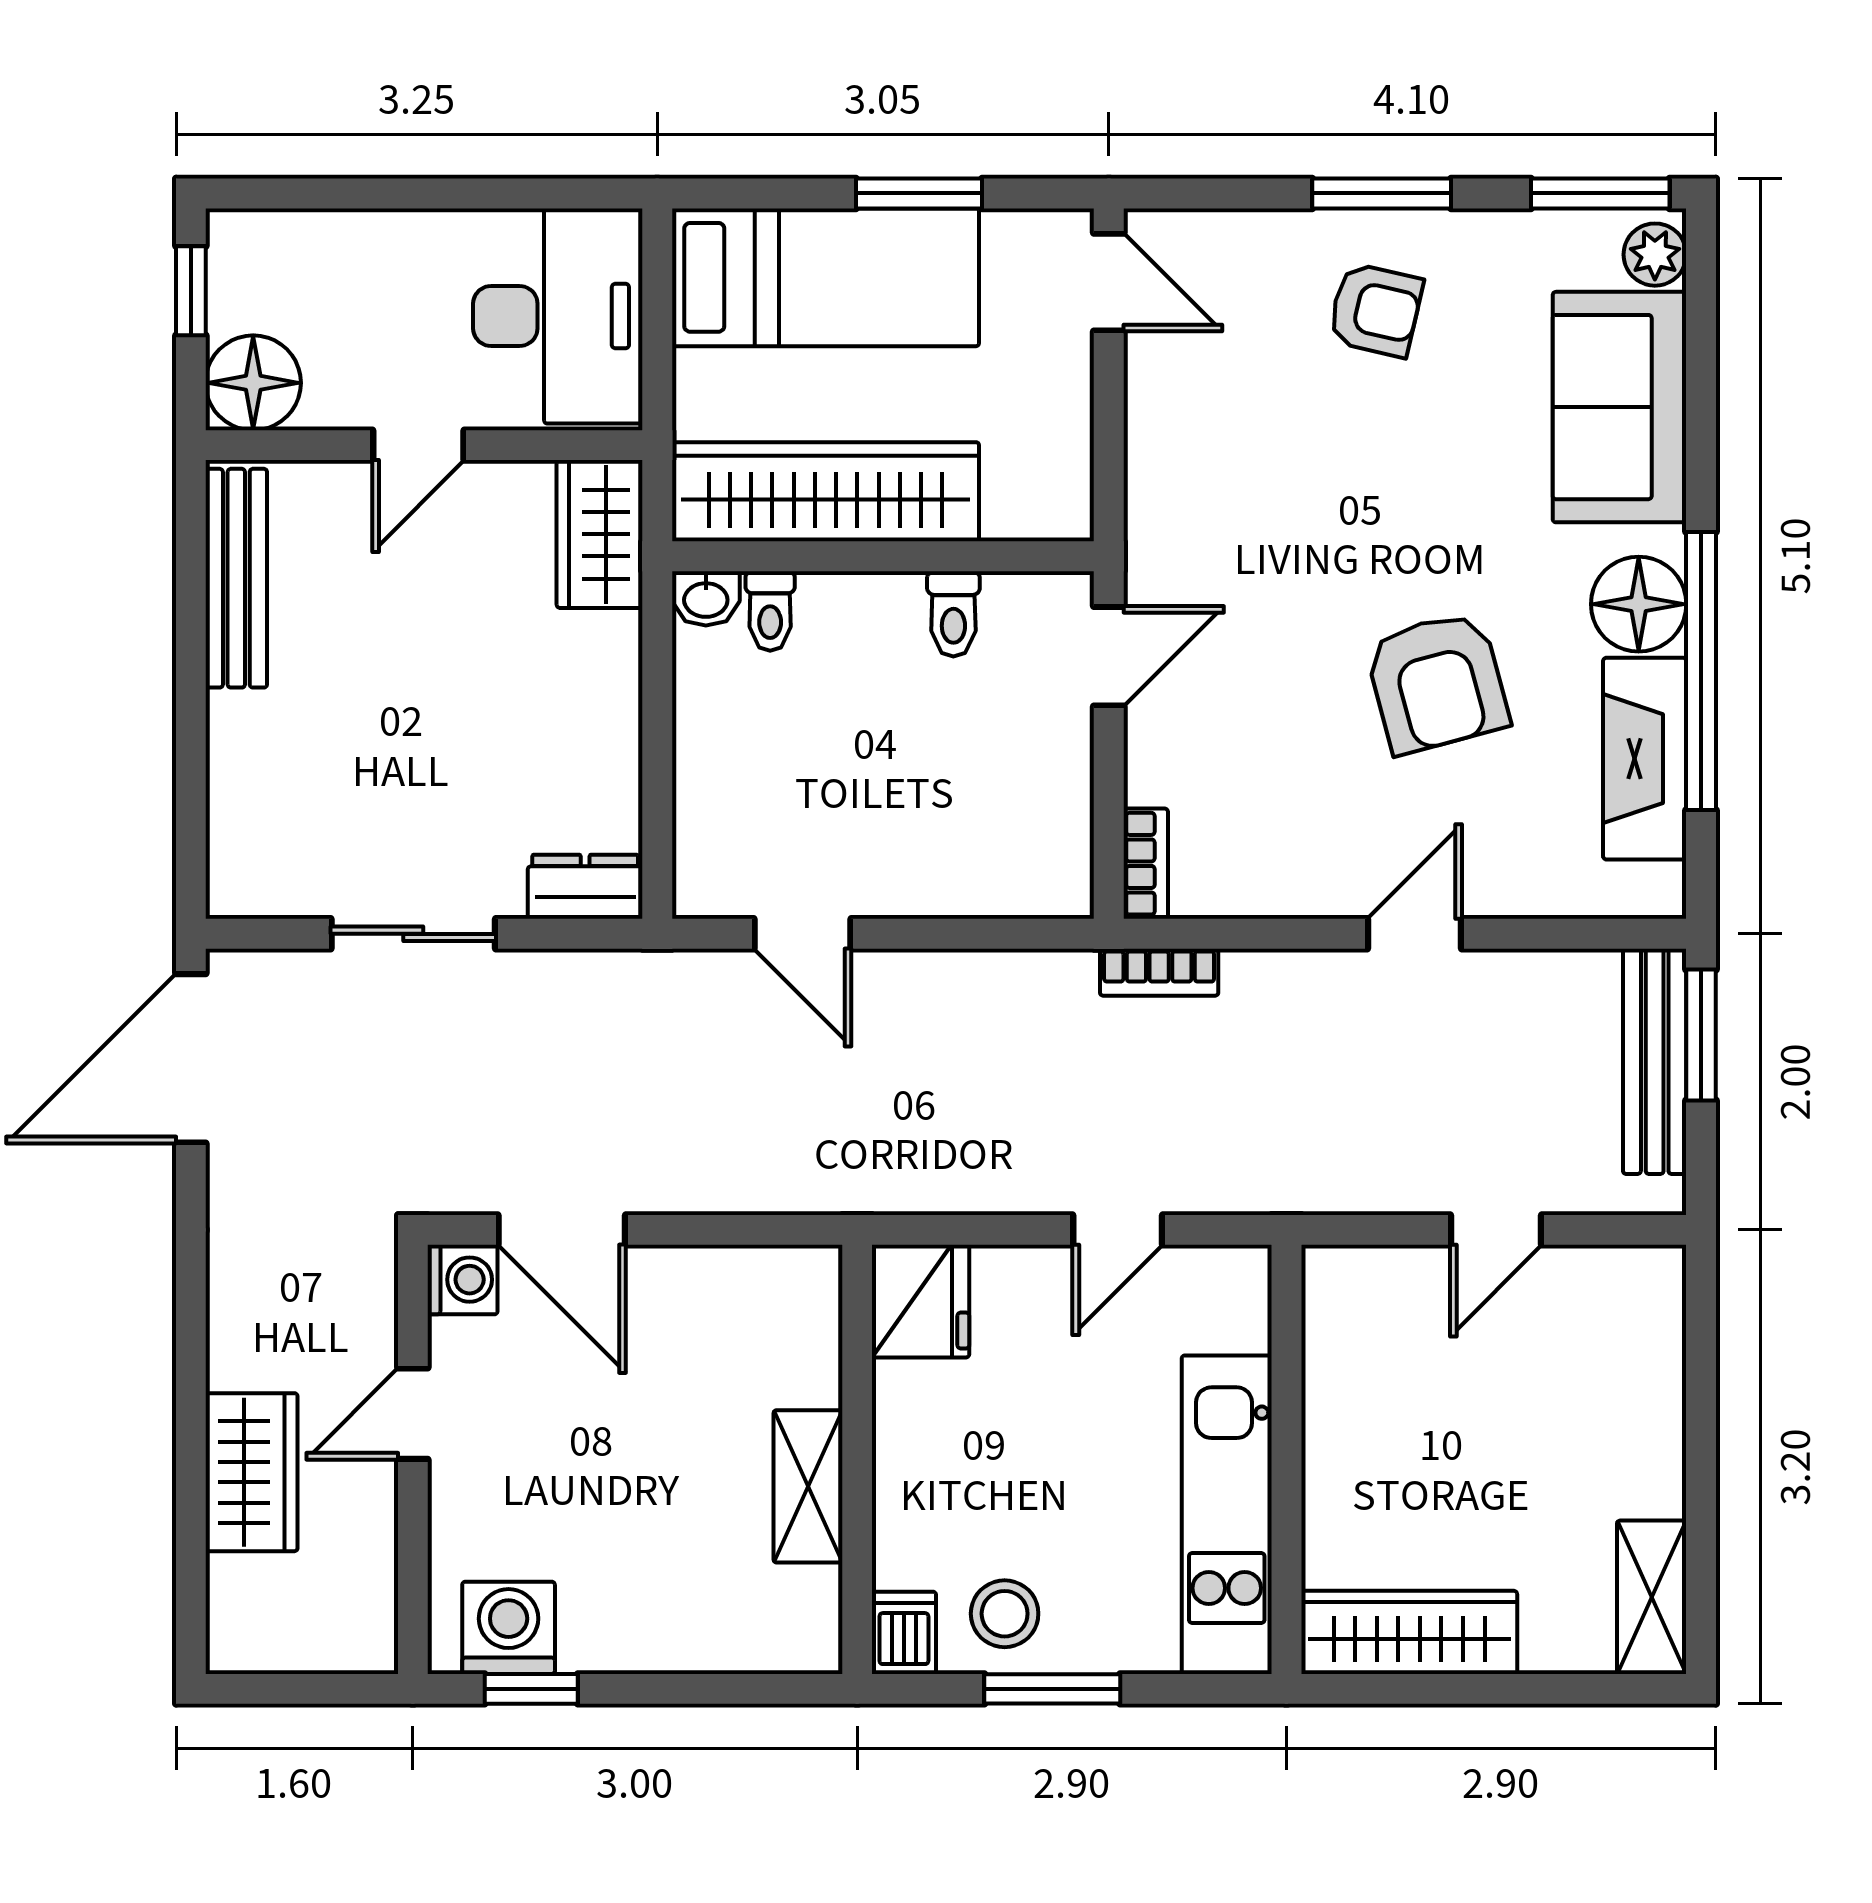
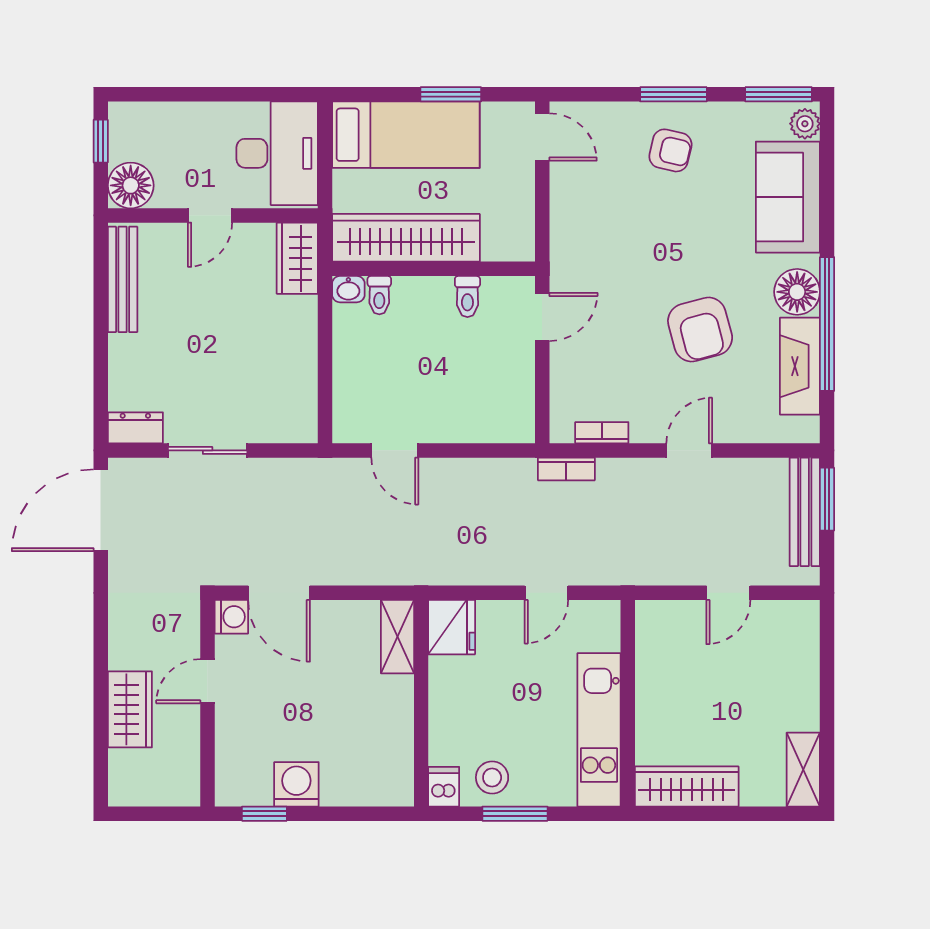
bookcase: (1146, 864) -> (602, 433), moved, turned -90
dresser: (585, 887) -> (135, 428), moved
shelving: (808, 1486) -> (397, 637), moved
washing machine: (509, 1628) -> (296, 784), moved

